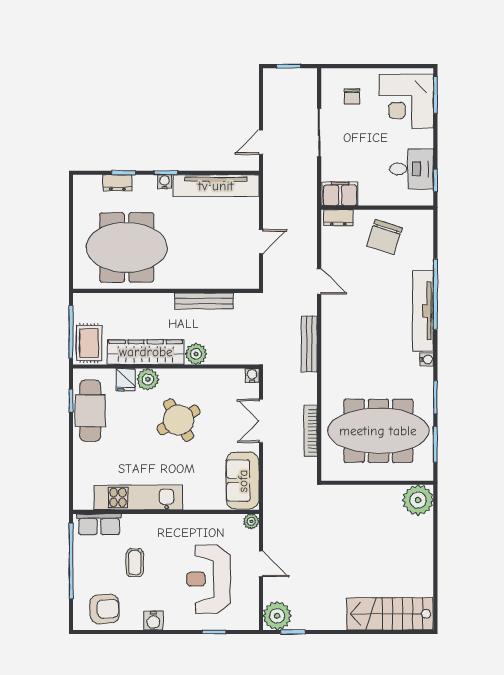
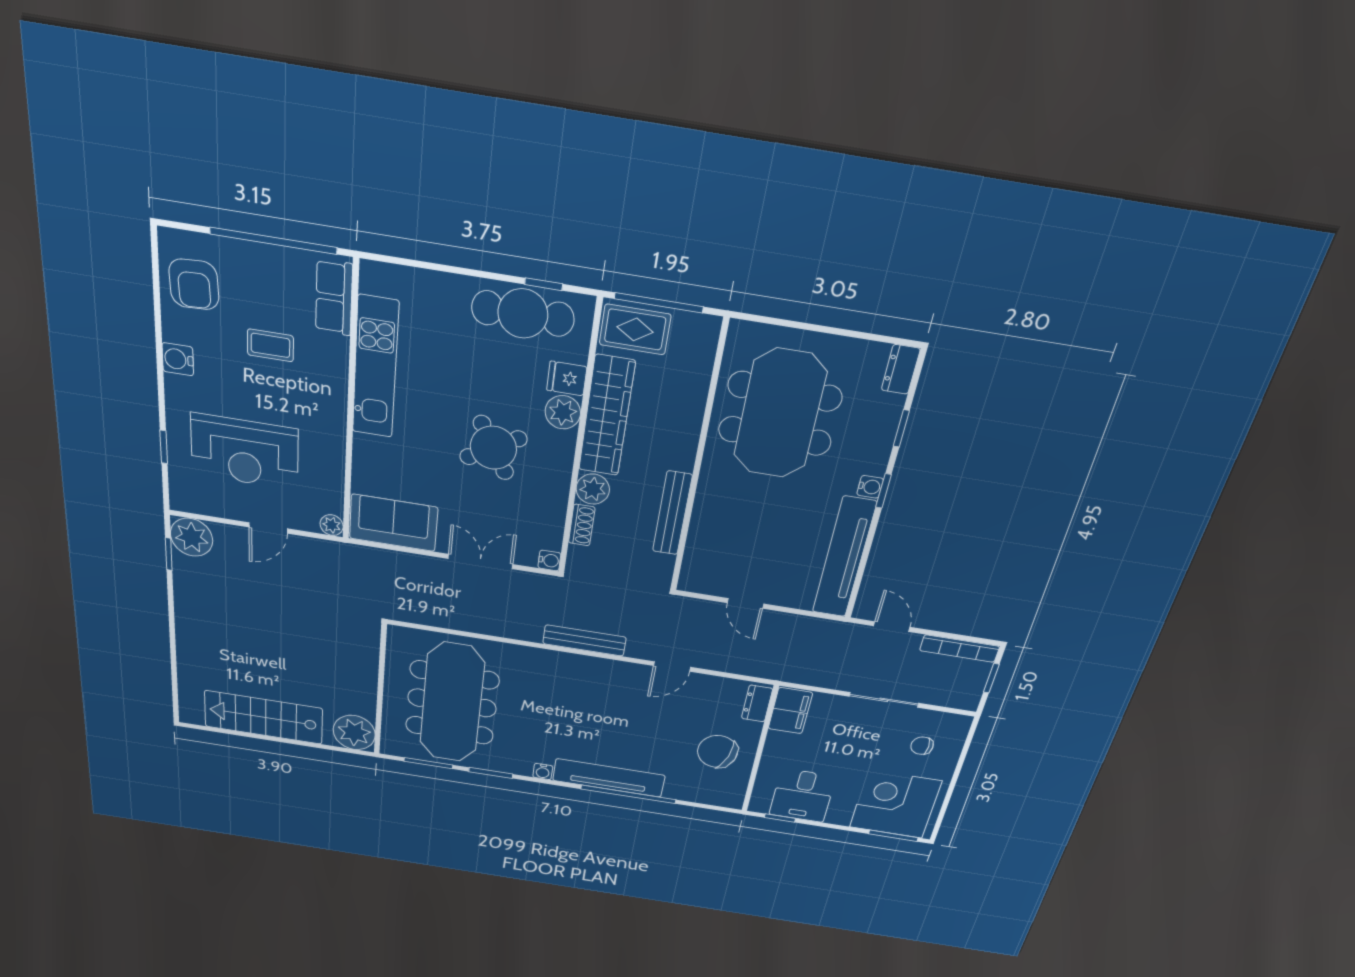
dresser: (117, 183) -> (901, 369), moved
shoe rack: (223, 358) -> (582, 525), added
bookcase: (311, 431) -> (959, 648), moved, turned 180
reception desk: (209, 579) -> (245, 452), turned 180
stairs: (390, 614) -> (264, 717), moved, turned -90

